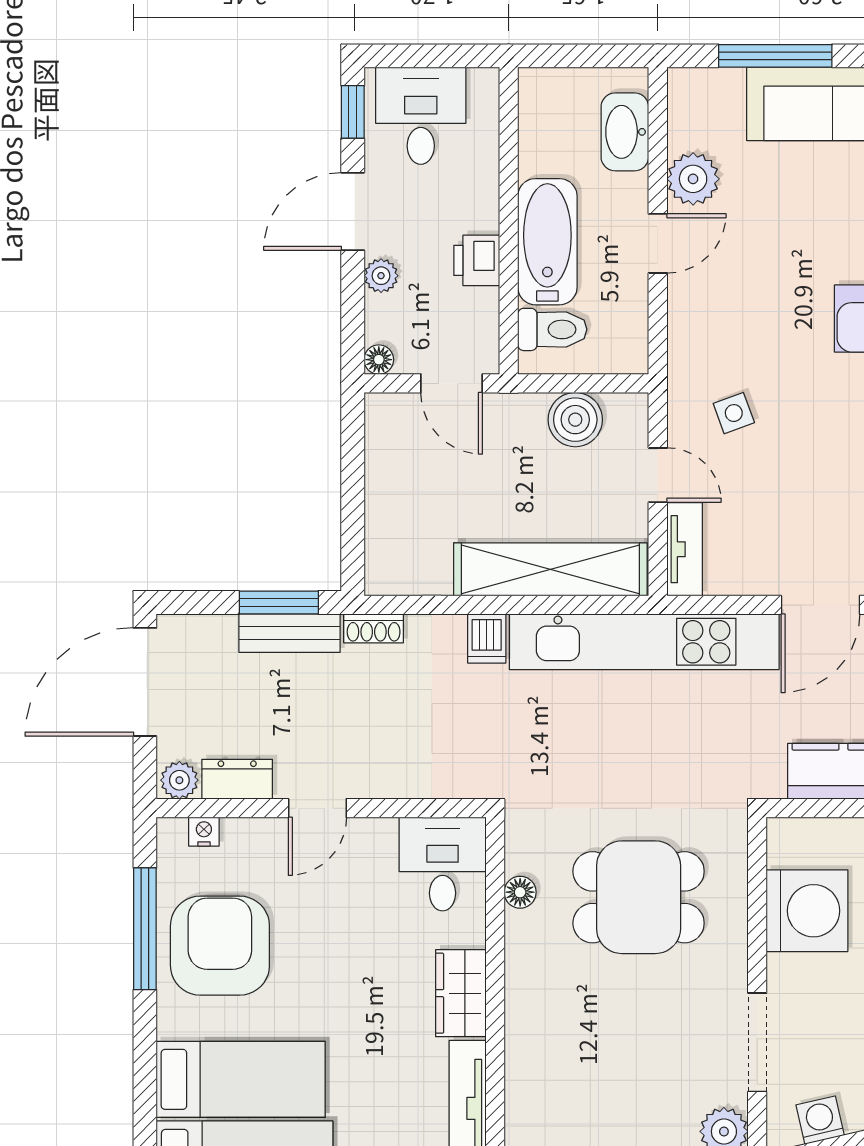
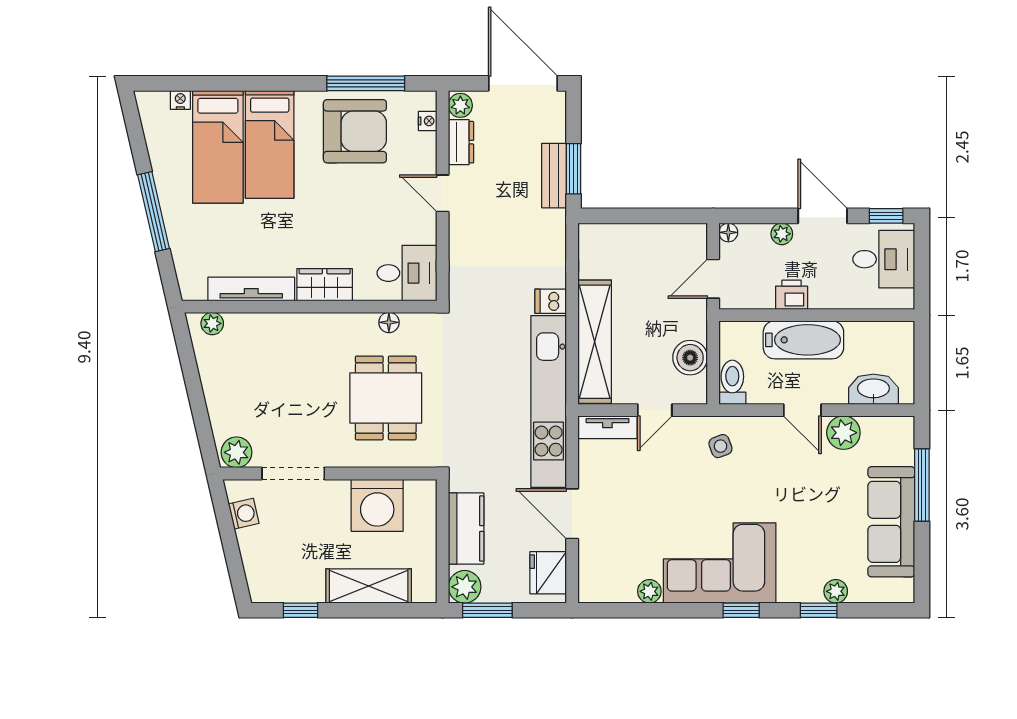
toilet: (552, 329) -> (732, 382), moved, turned 180
side table: (734, 413) -> (720, 446), moved
shoe rack: (374, 628) -> (557, 229), removed

